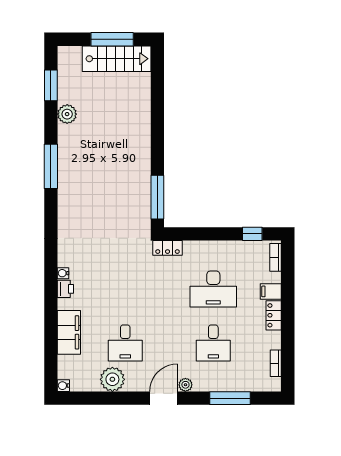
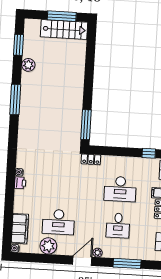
filing cabinet: (69, 332) -> (20, 229), moved
desk: (125, 343) -> (58, 222), width x1.37

